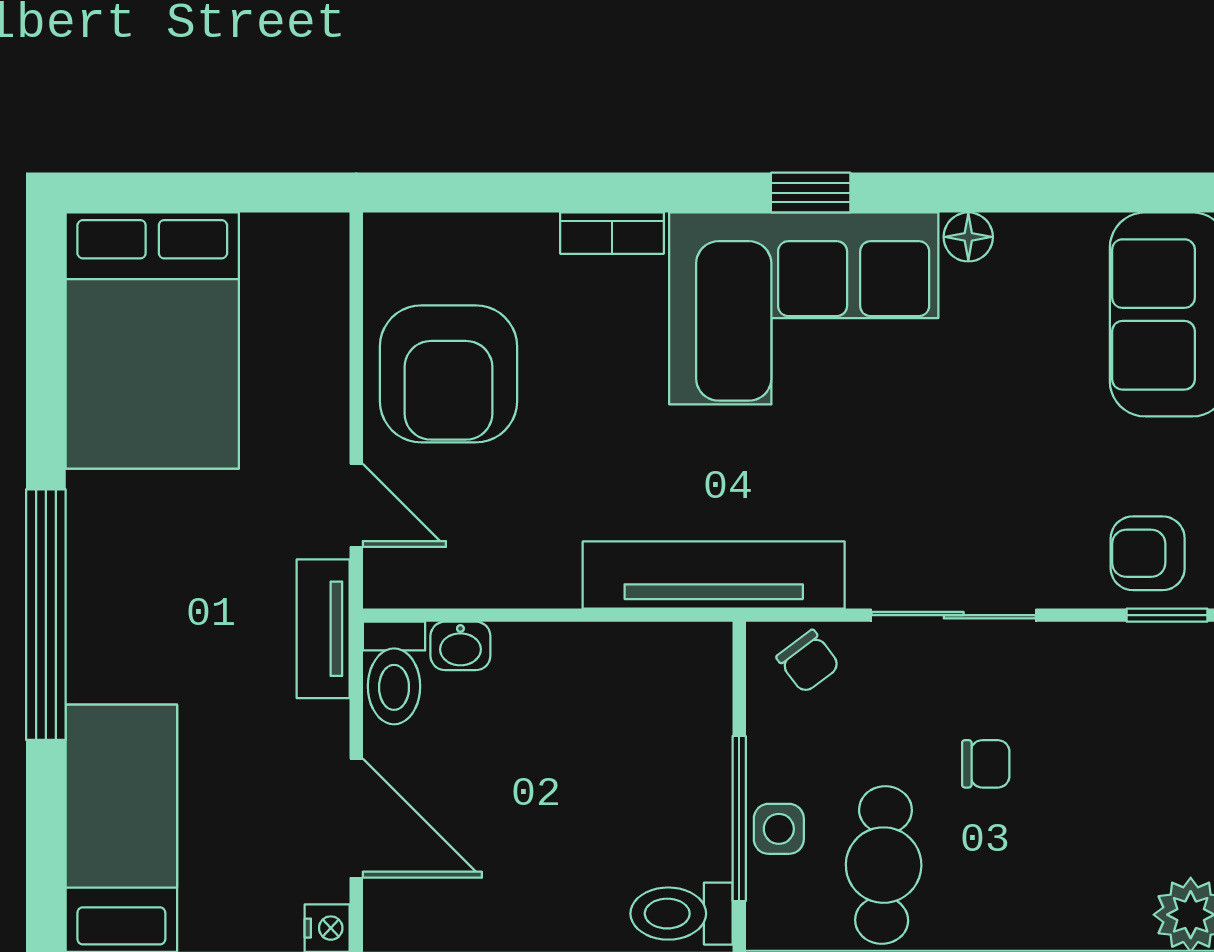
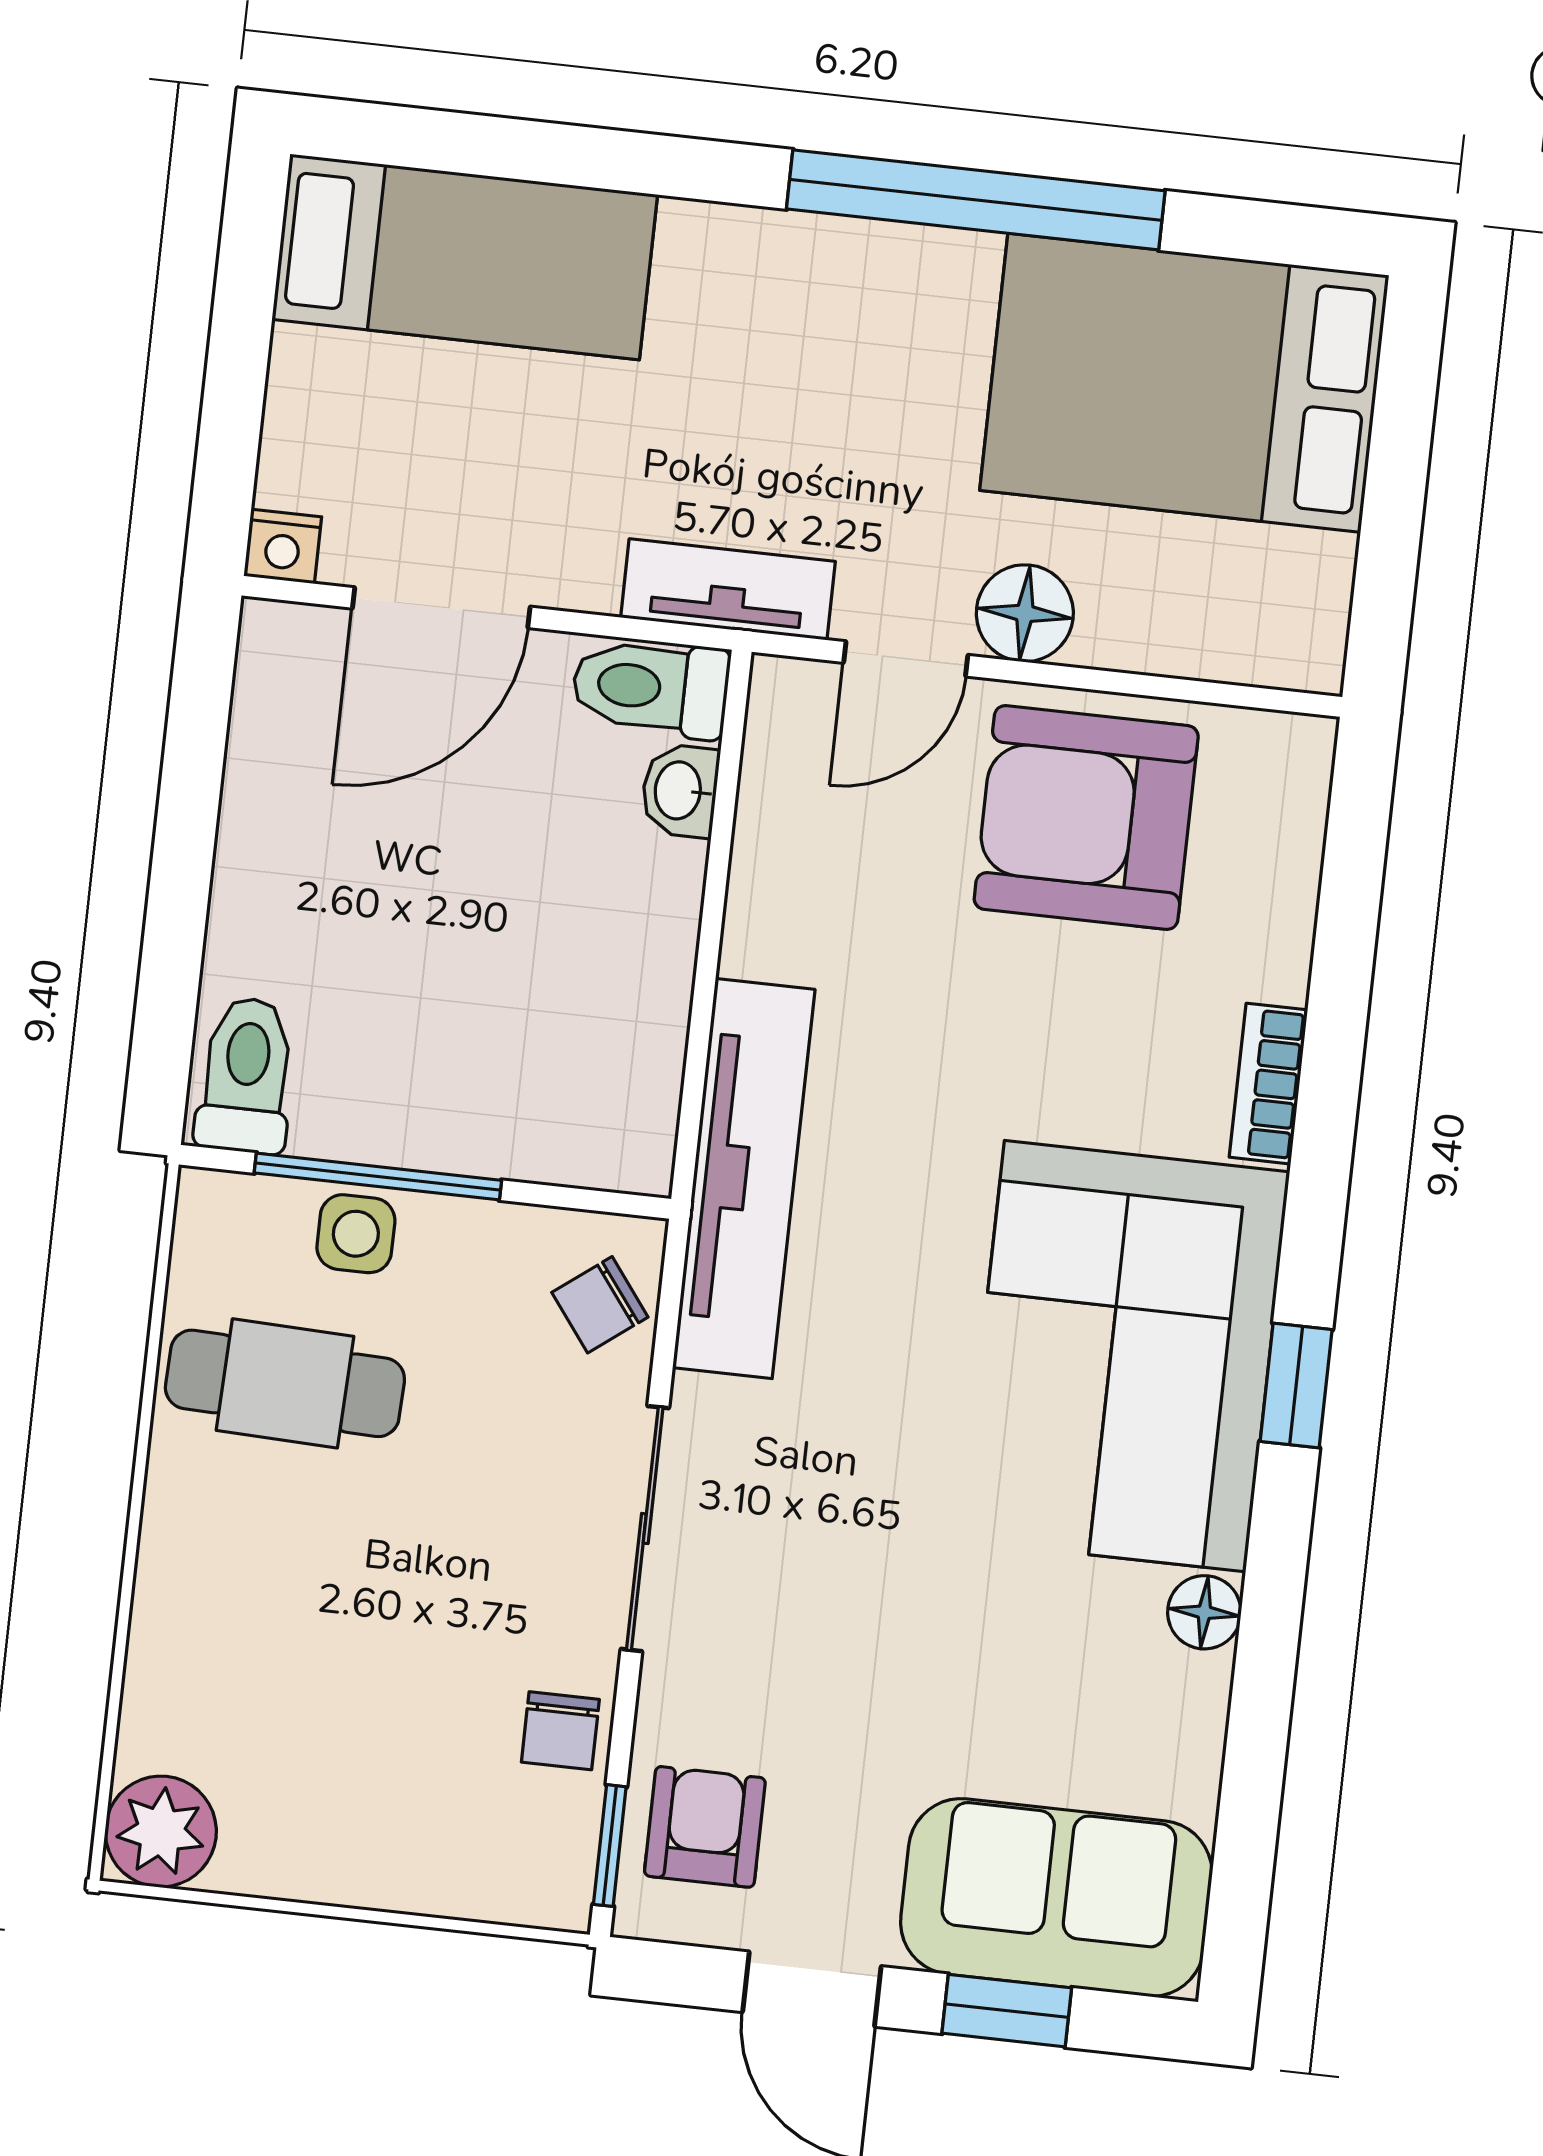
floor lamp: (317, 430) -> (1025, 613), added
window: (46, 615) -> (976, 200), moved
chair: (986, 764) -> (560, 1731), moved

